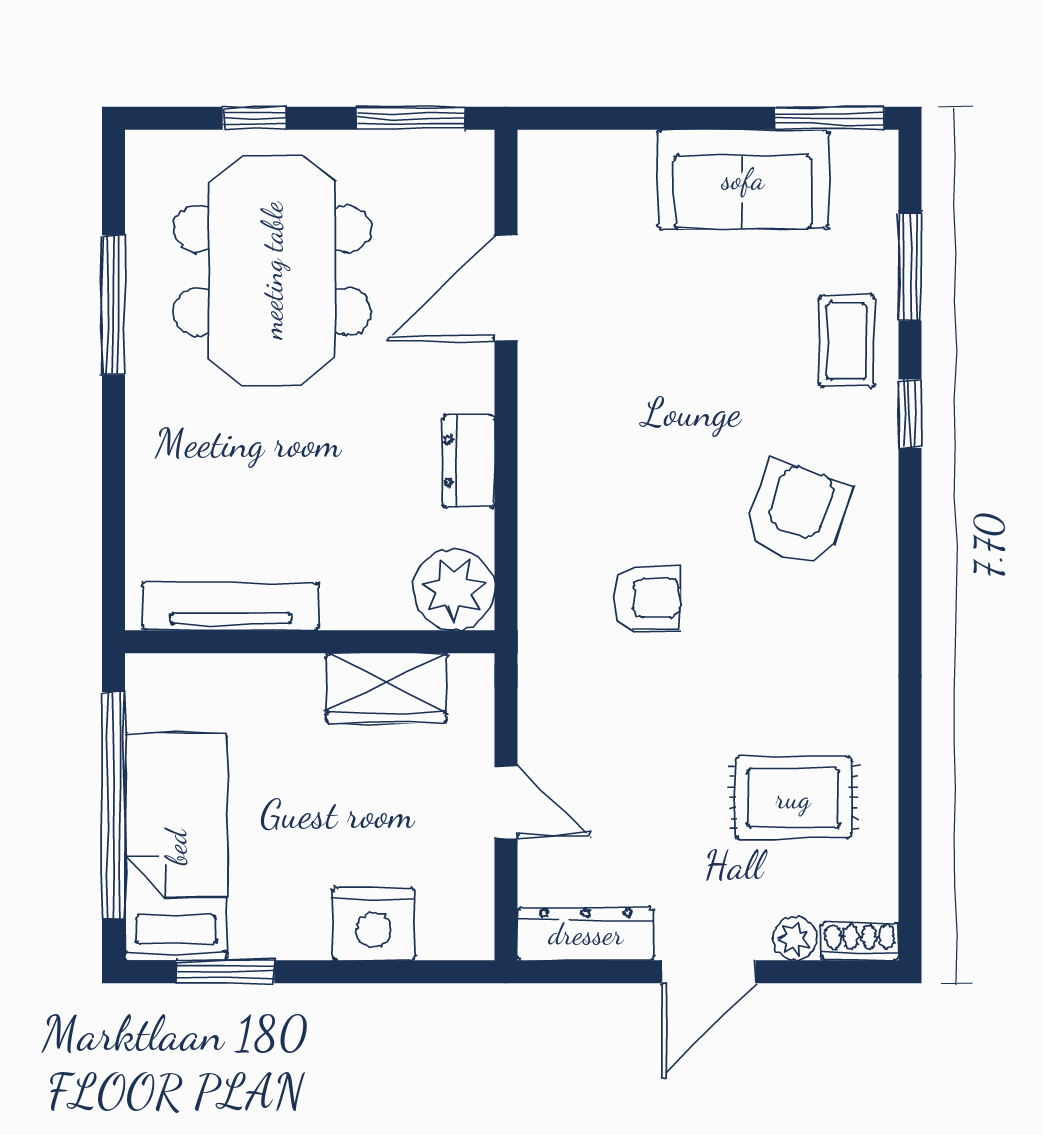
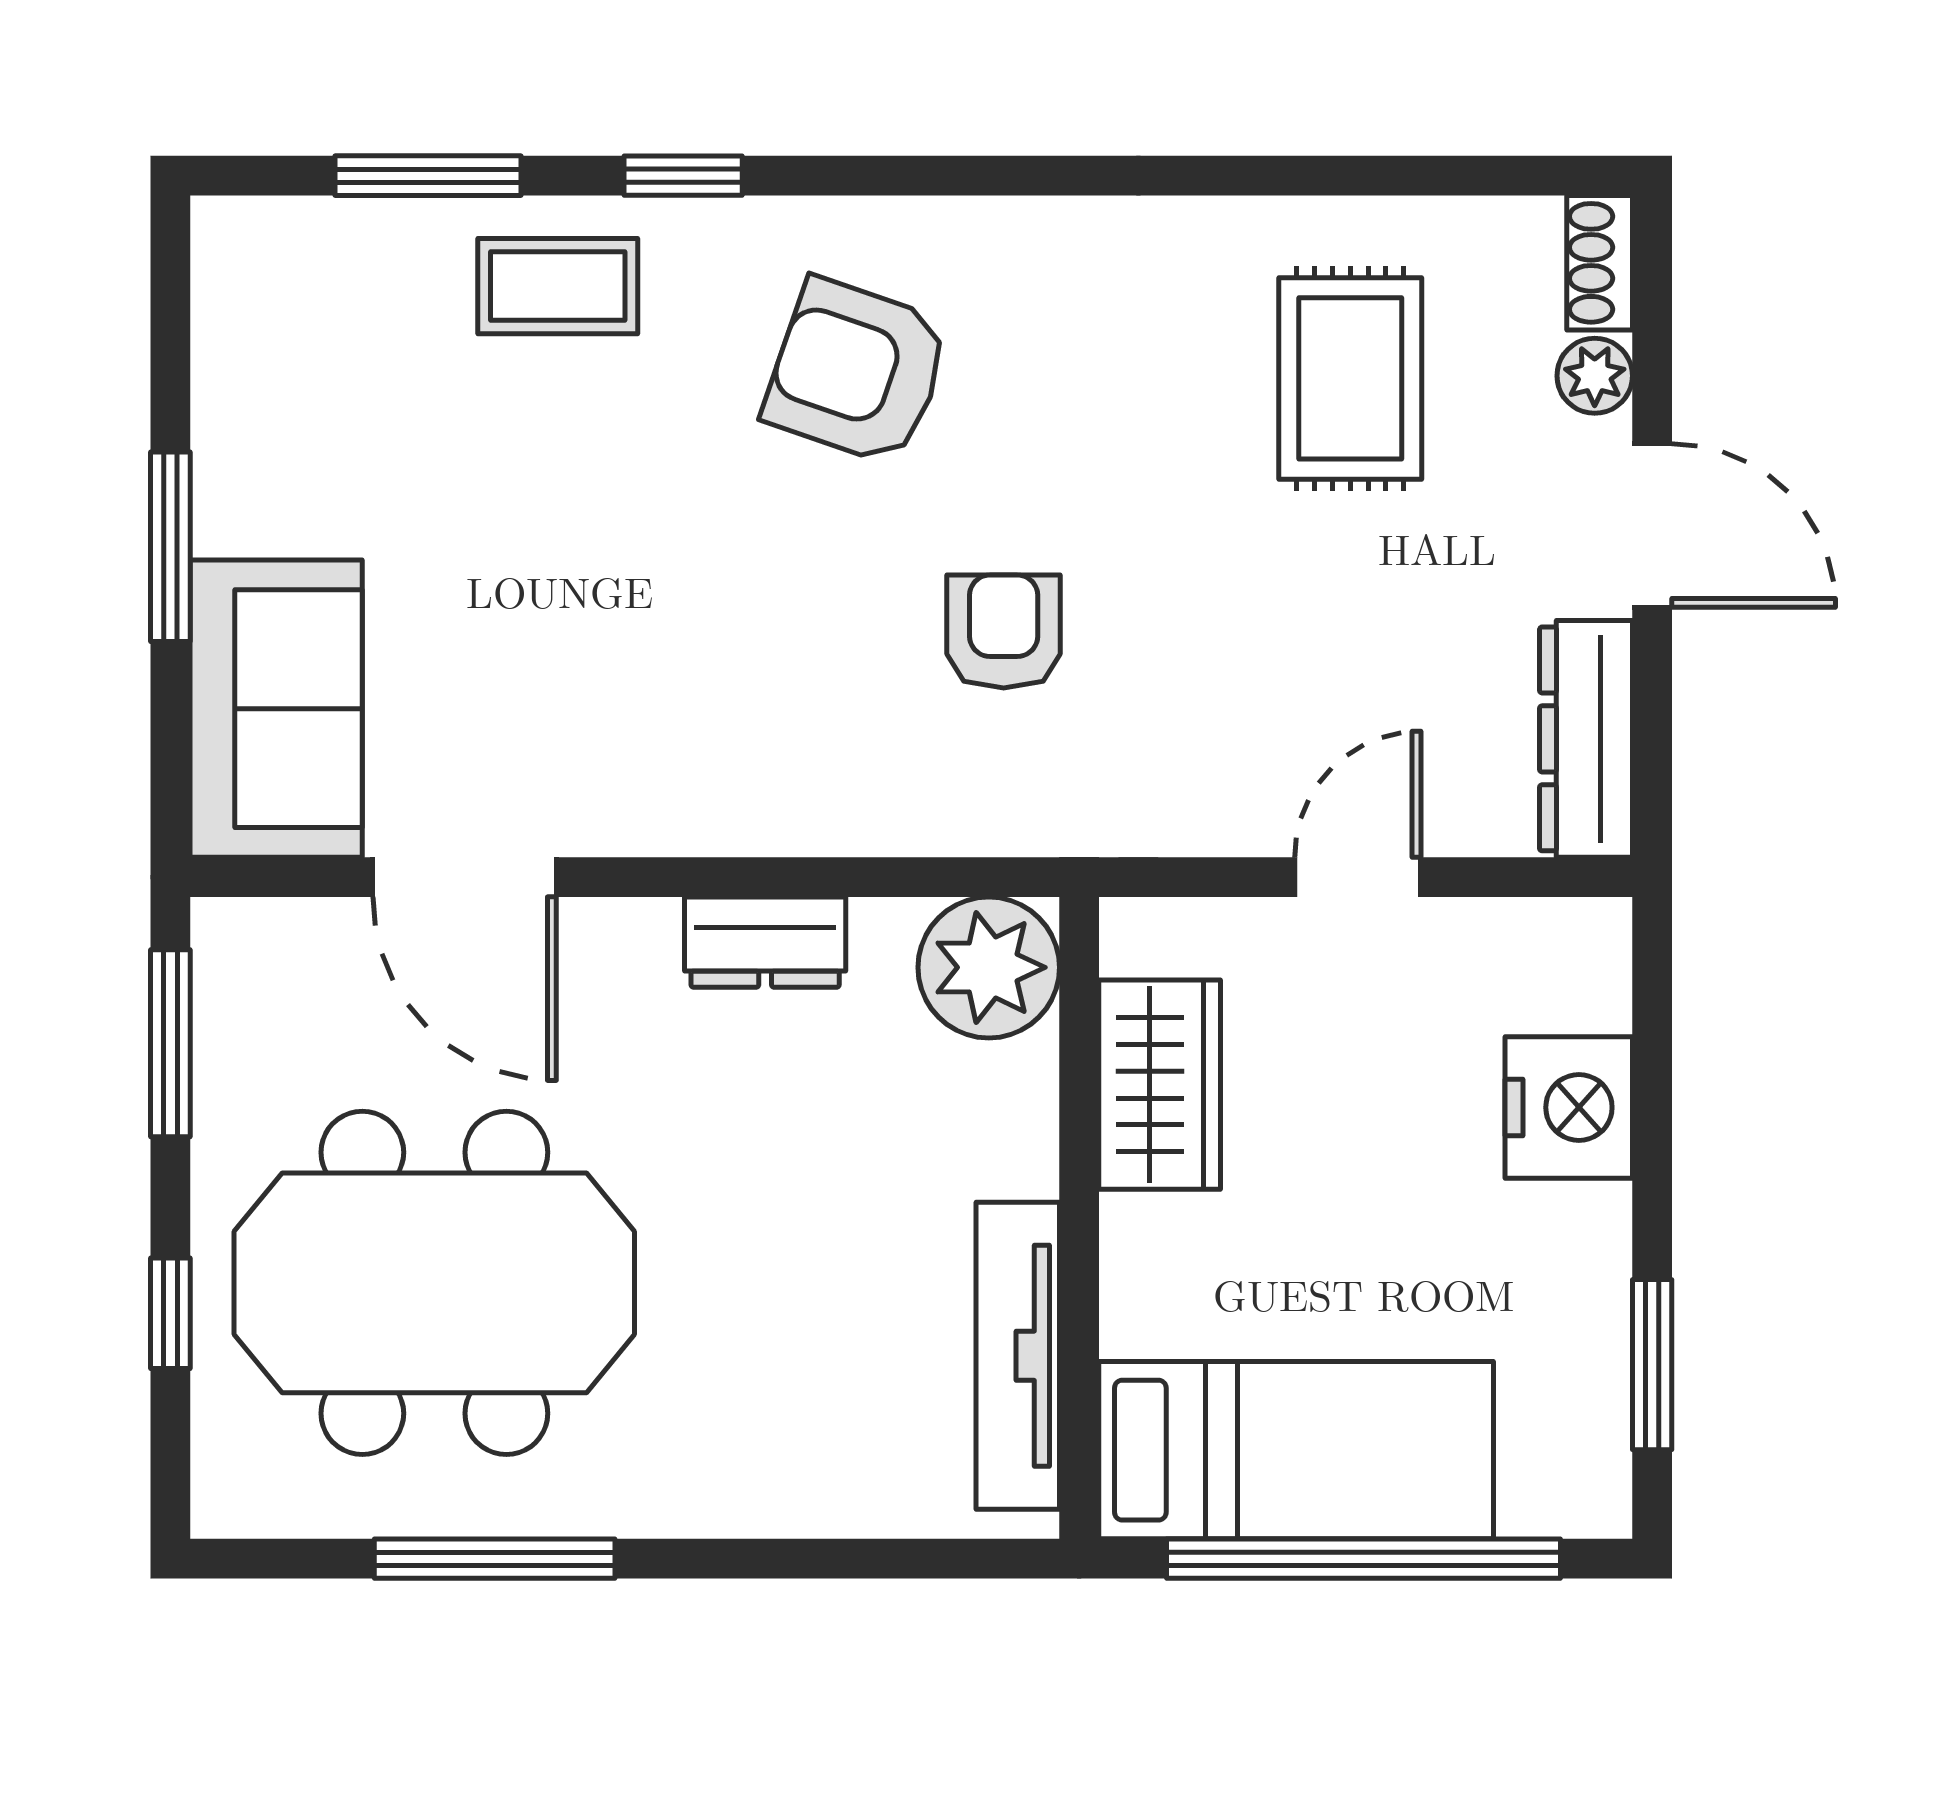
window: (830, 118) -> (170, 547), moved
sofa: (743, 179) -> (276, 709), moved
bed: (176, 847) -> (1296, 1450), moved, turned 180

